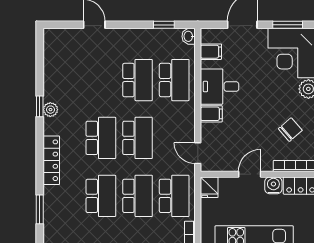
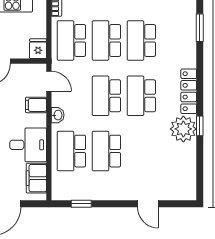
washbasin: (189, 36) -> (58, 115), moved
filing cabinet: (211, 52) -> (36, 178), width x2.00
plant: (50, 110) -> (183, 129), width x1.87, depth x1.87
filing cabinet: (211, 114) -> (36, 105), moved
locker: (51, 160) -> (189, 91), moved

